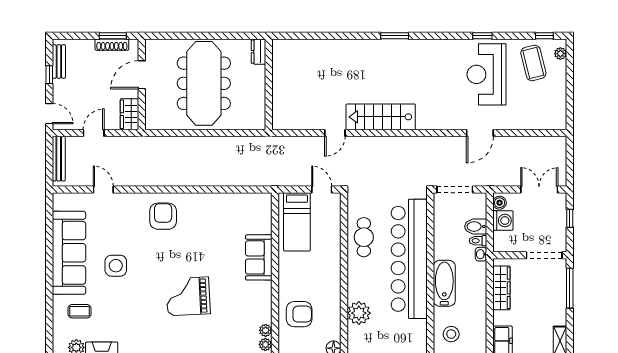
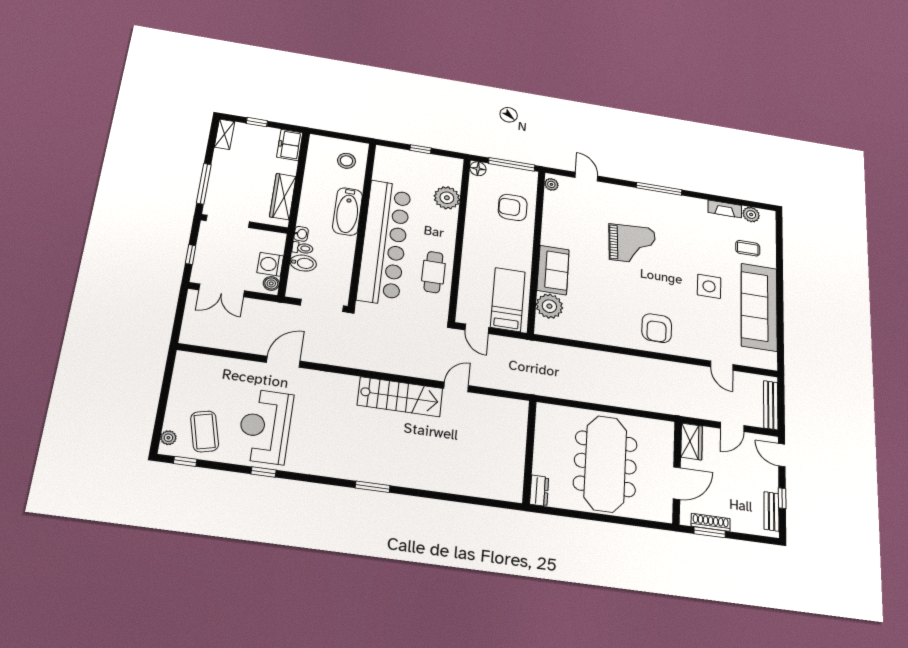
reception desk: (486, 74) -> (265, 426), turned 180
plant: (266, 330) -> (549, 306), moved, width x1.88, depth x1.88

